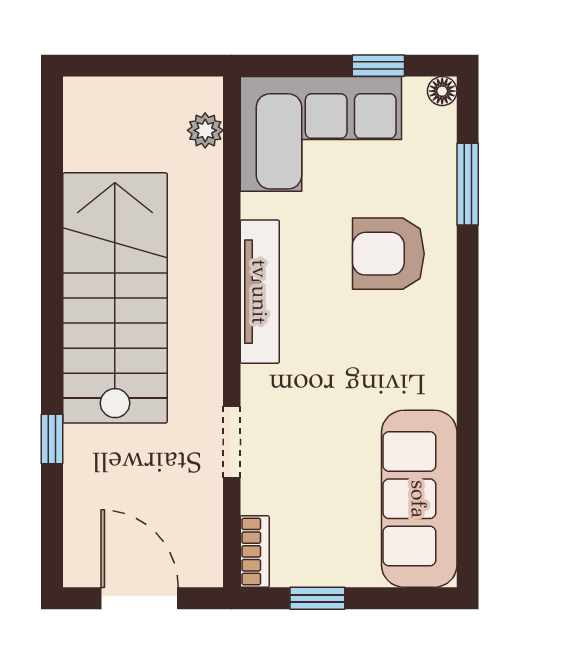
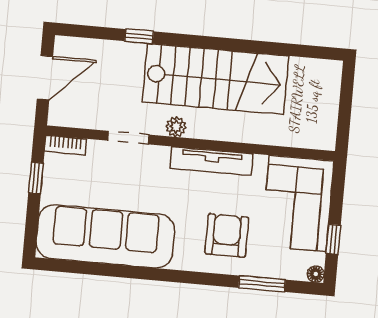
plant: (205, 130) -> (176, 127), moved
sofa: (419, 499) -> (105, 236), width x1.36, depth x1.27

